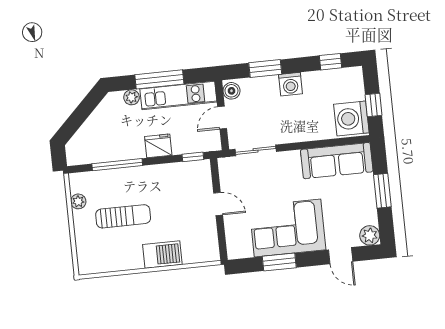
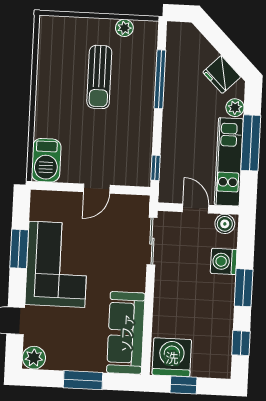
window: (265, 68) -> (244, 288), moved
washing machine: (290, 84) -> (224, 261), moved
fridge: (158, 146) -> (222, 75), moved, turned 135
barbecue: (162, 255) -> (46, 160), moved

